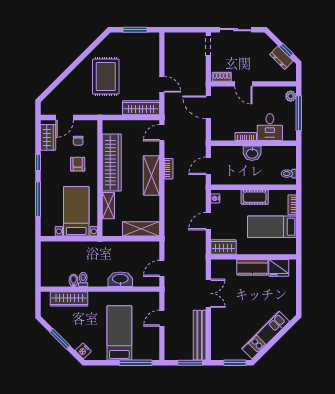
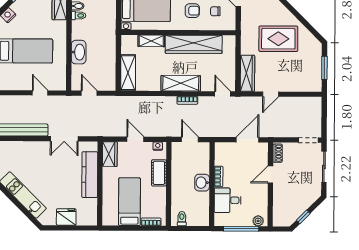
dresser: (281, 58) -> (296, 212), removed
cot: (255, 197) -> (159, 173), moved
kitchen counter: (252, 267) -> (90, 175), width x1.50
fridge: (279, 268) -> (66, 217), moved, turned 90

